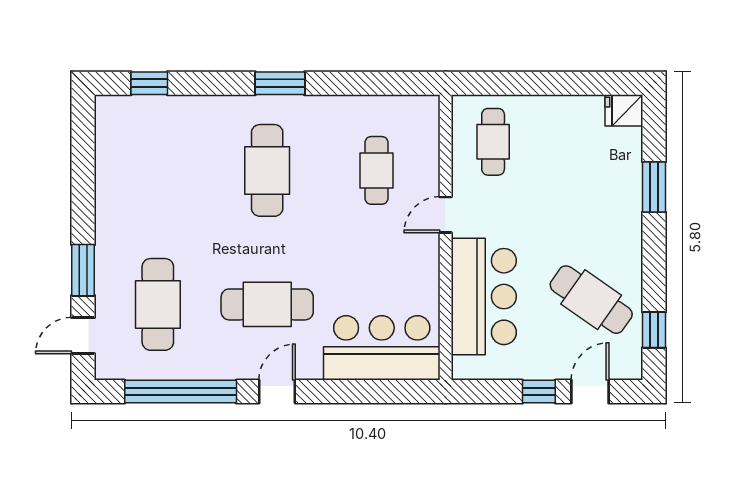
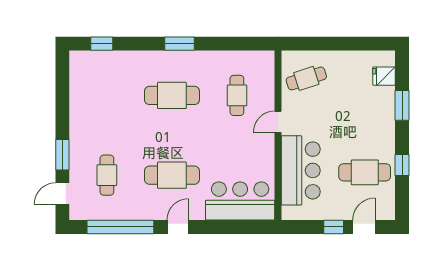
fridge: (624, 110) -> (384, 76), moved
cafe table: (493, 142) -> (306, 78), turned 72
cafe table: (267, 170) -> (172, 95), turned 90
cafe table: (591, 300) -> (365, 172), turned -35
cafe table: (158, 304) -> (107, 175), width x0.73, depth x0.74
window: (654, 330) -> (402, 165), moved

